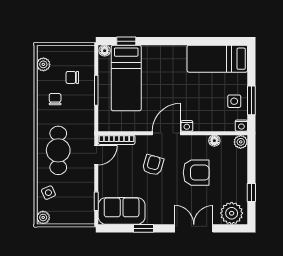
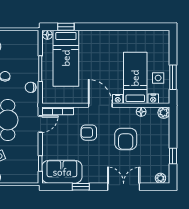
bed: (217, 59) -> (135, 78), moved, turned 90
chair: (72, 77) -> (31, 87), moved
nightstand: (241, 126) -> (153, 99), moved
door: (166, 133) -> (100, 105), hinge flipped
armchair: (153, 165) -> (89, 133), turned -106
armchair: (196, 173) -> (126, 139), turned 90
plant: (232, 213) -> (160, 178), width x0.53, depth x0.53

